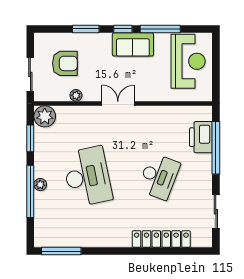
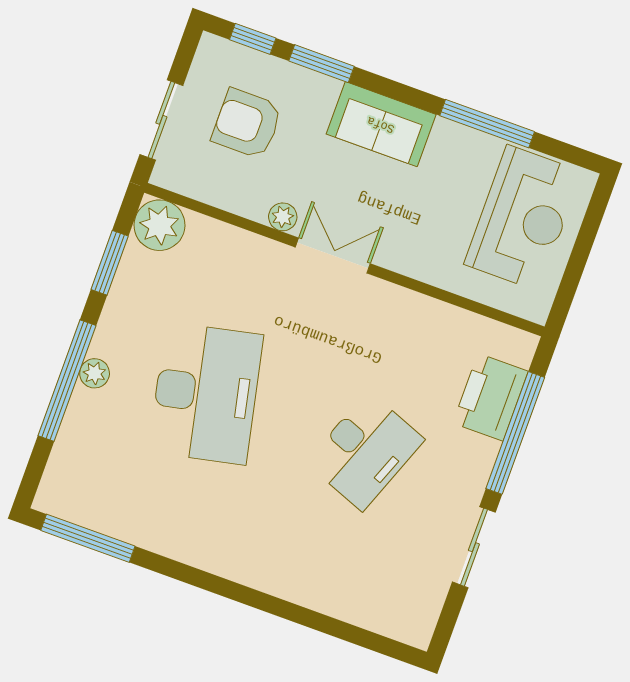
window: (123, 29) -> (253, 39), moved
sofa: (133, 44) -> (381, 124), moved
armchair: (65, 63) -> (247, 124), turned 180
plant: (76, 95) -> (283, 217), moved
sliding door: (216, 212) -> (474, 547), moved
locker: (161, 239) -> (320, 592), removed

